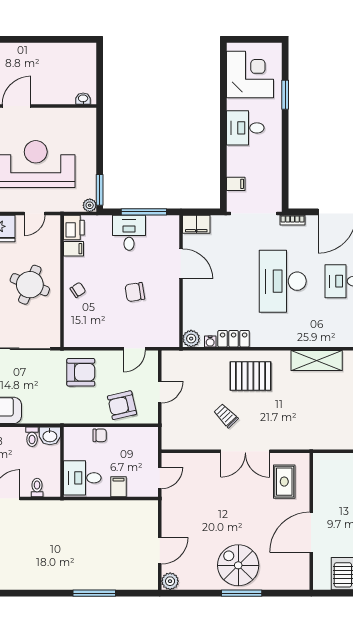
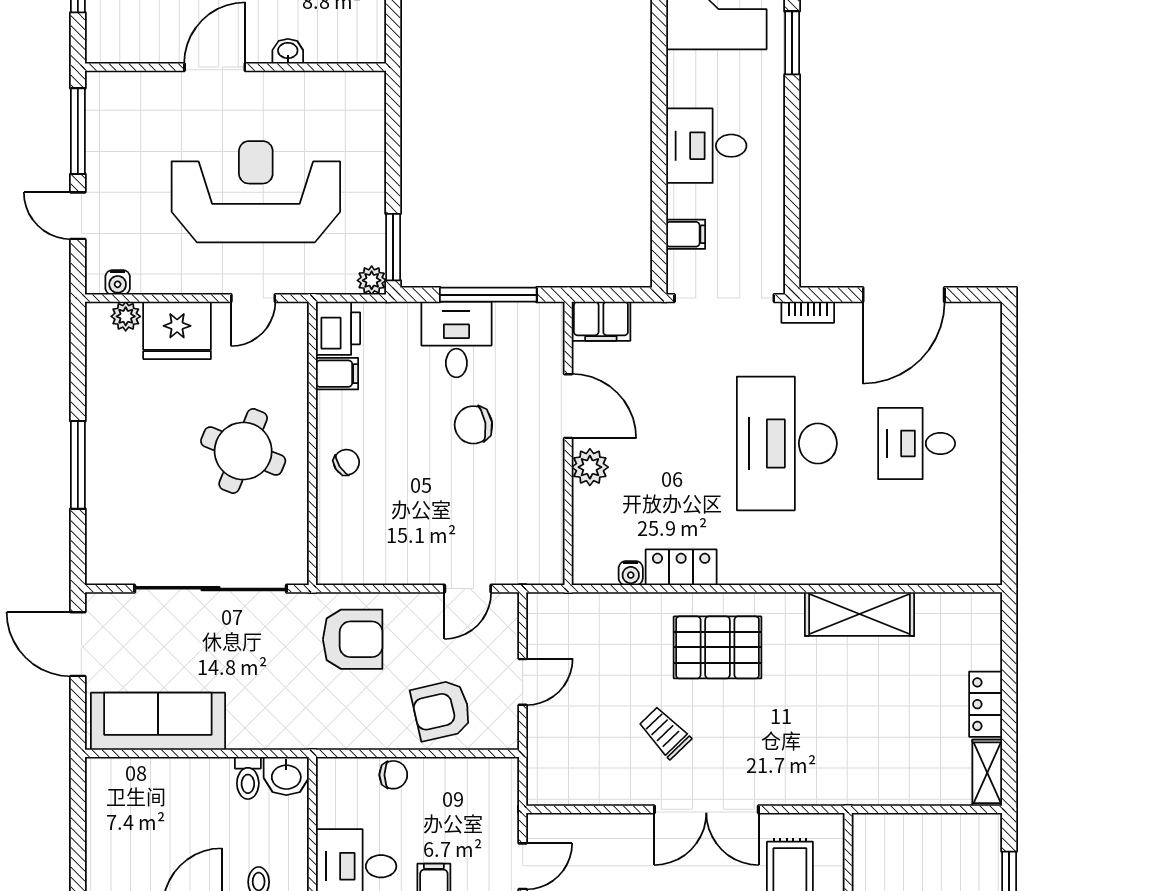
washbasin: (83, 99) -> (288, 51), moved
desk: (245, 128) -> (706, 146), moved
chair: (135, 292) -> (473, 425), moved
plant: (191, 339) -> (590, 467), moved

